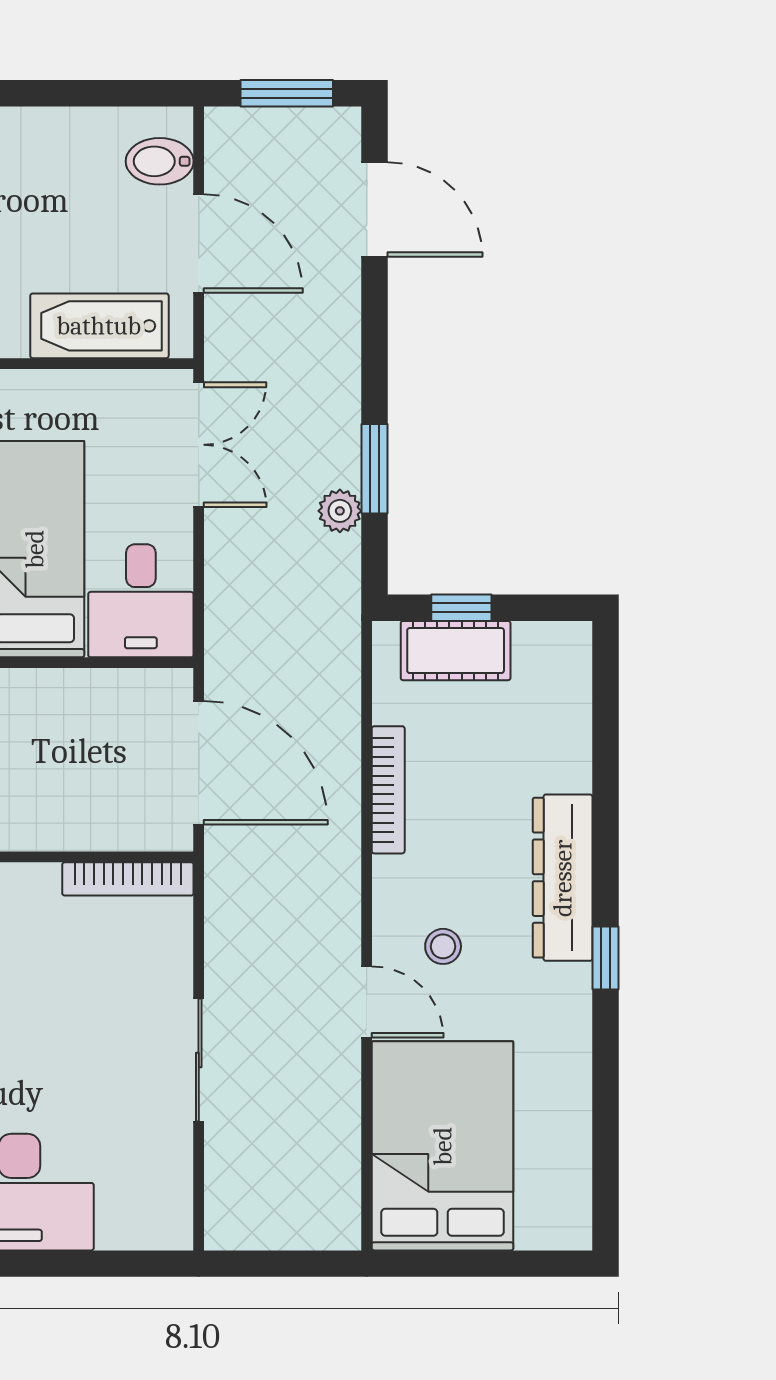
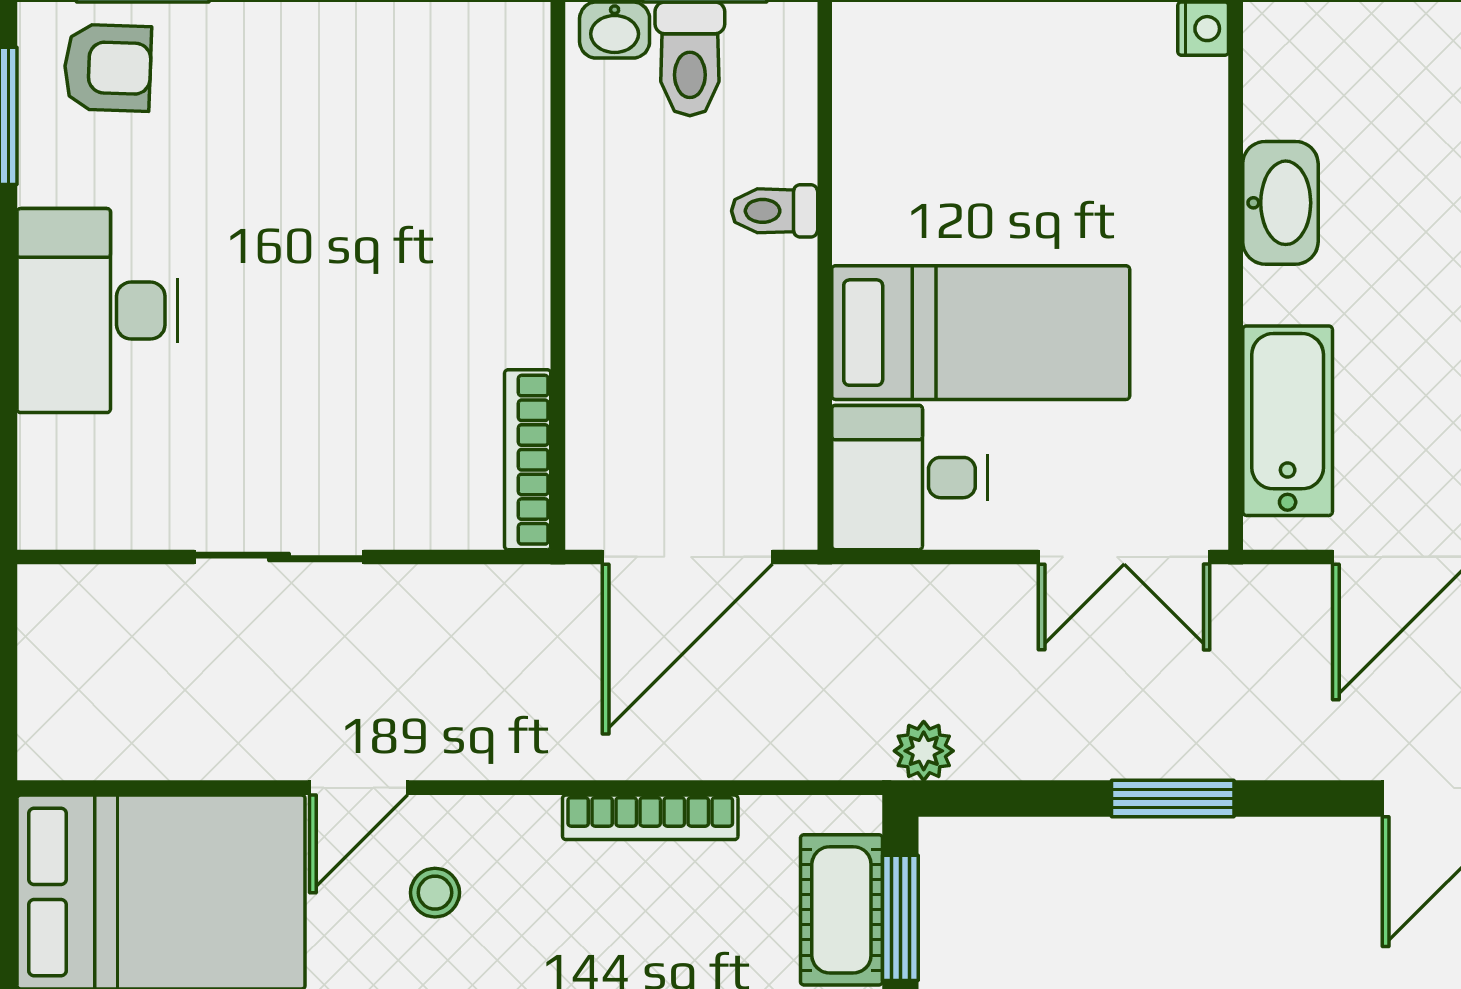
window: (374, 469) -> (1173, 798), moved
plant: (340, 511) -> (924, 751), moved
window: (461, 608) -> (900, 918), width x1.50

